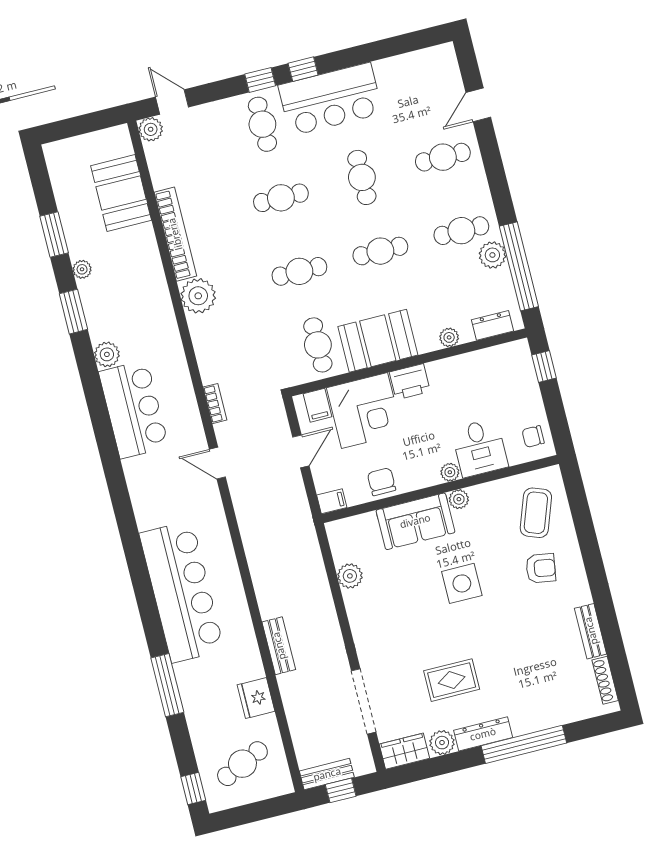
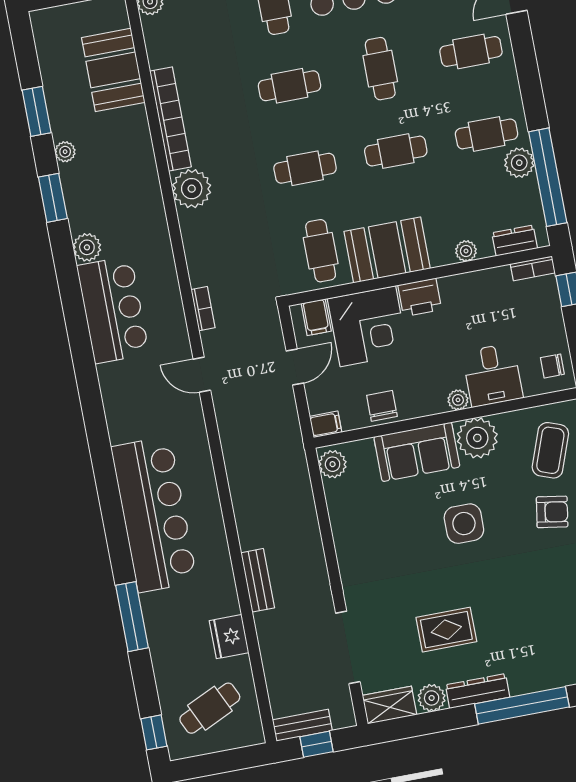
bookcase: (510, 350) -> (533, 268), added
plant: (459, 499) -> (477, 438), width x1.87, depth x1.87
plant: (350, 576) -> (333, 464), moved

